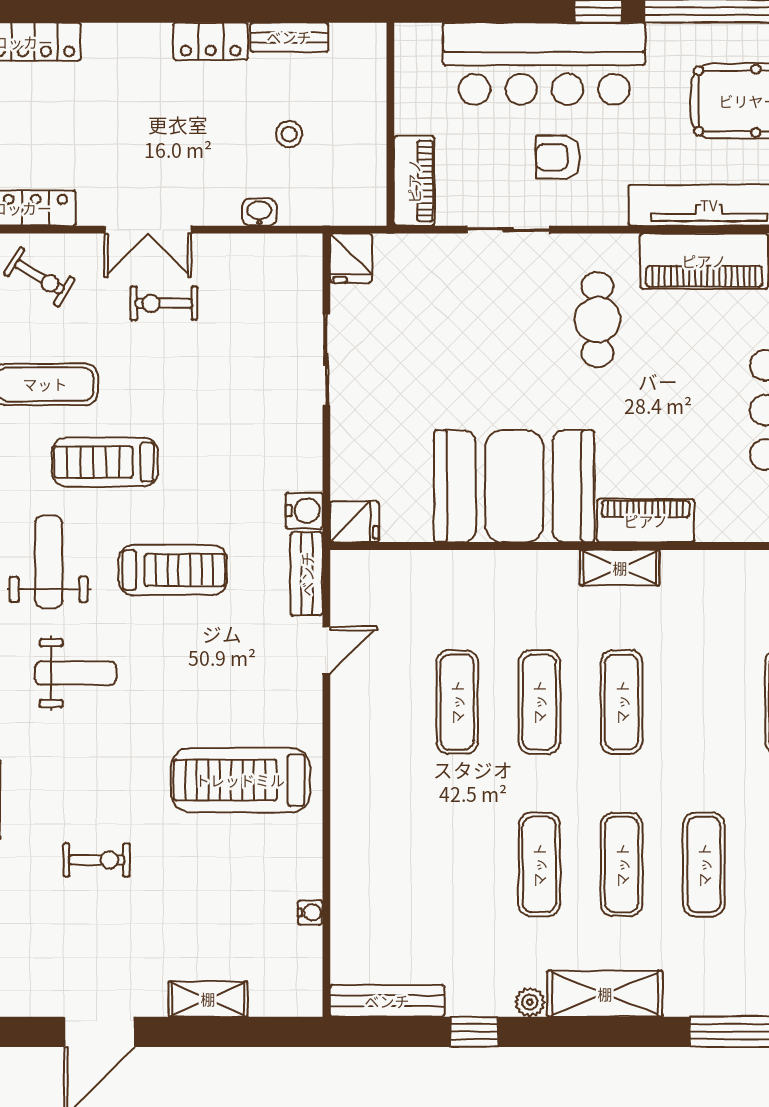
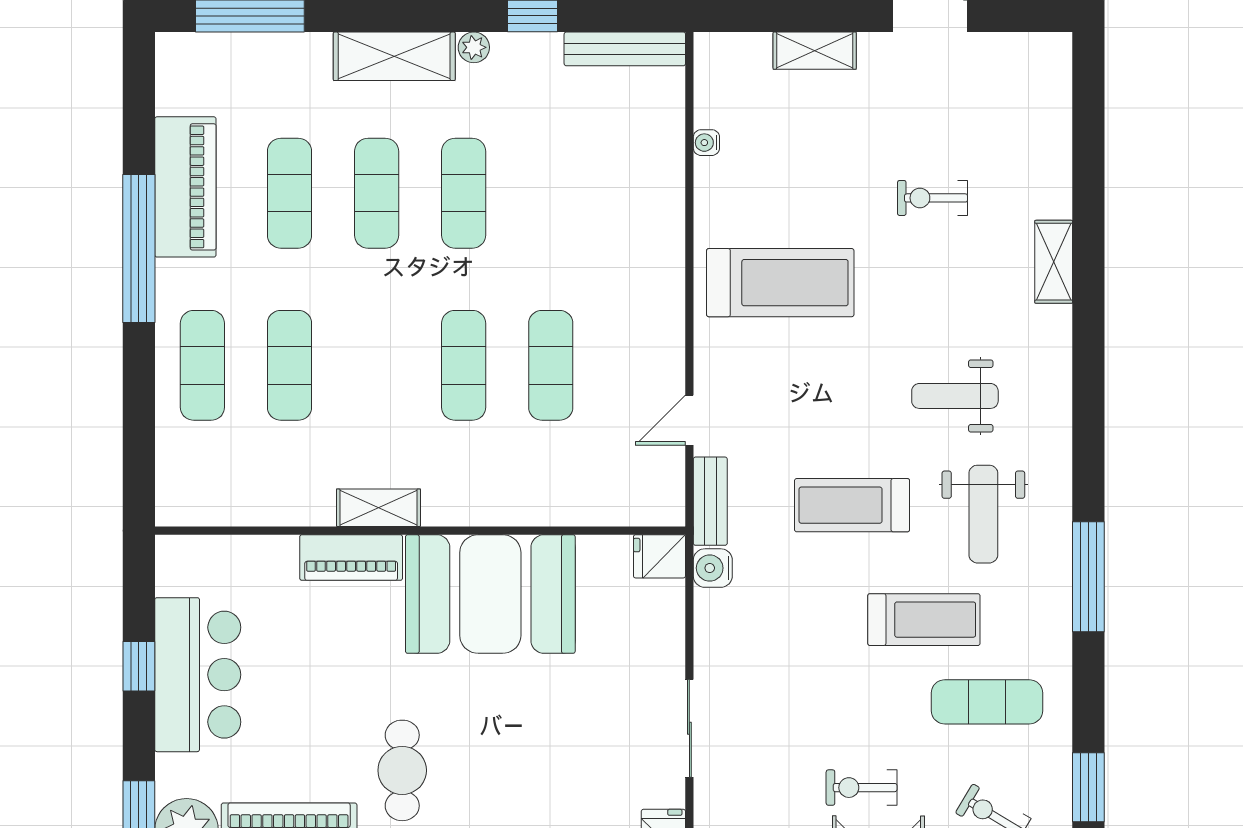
exercise bike: (164, 303) -> (862, 788), turned 180
exercise mat: (622, 702) -> (290, 365), moved

